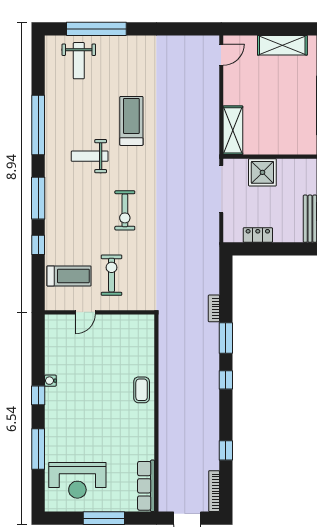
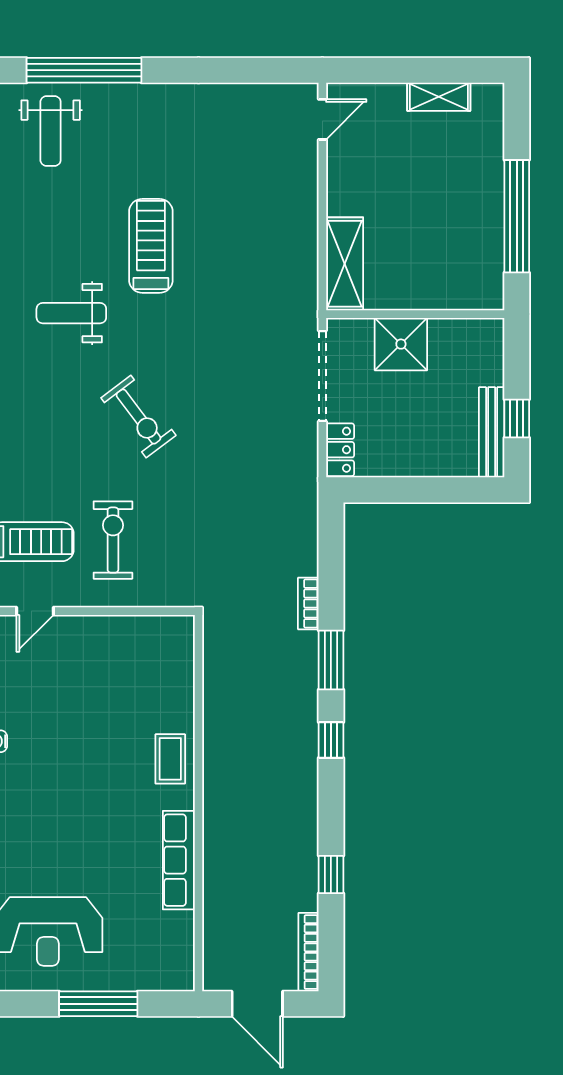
shelving: (282, 45) -> (439, 97), width x0.67, depth x0.75
exercise bike: (125, 210) -> (138, 417), turned -37
locker: (258, 235) -> (340, 450), moved, turned 90
door: (85, 312) -> (35, 611), moved
row of seats: (146, 486) -> (179, 860), moved

